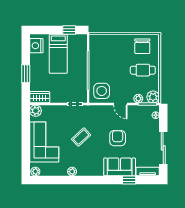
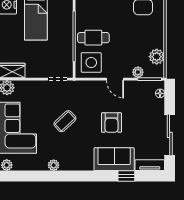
cafe table: (143, 70) -> (93, 38), moved
plant: (153, 97) -> (157, 57), moved
armchair: (118, 138) -> (111, 123), turned 180

